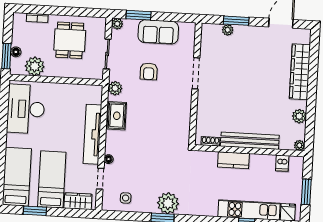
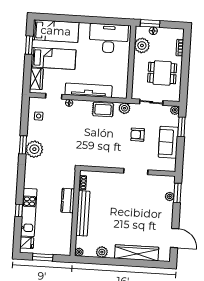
window: (236, 21) -> (177, 193), moved
dishwasher: (282, 163) -> (65, 239), removed

